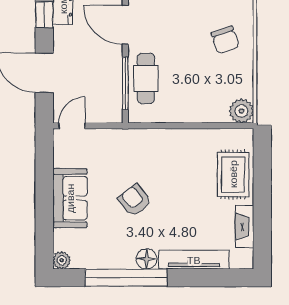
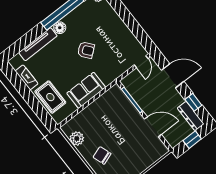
cafe table: (146, 78) -> (124, 110), removed
plant: (241, 111) -> (77, 139), moved
sofa: (70, 198) -> (86, 90), moved, turned 90

